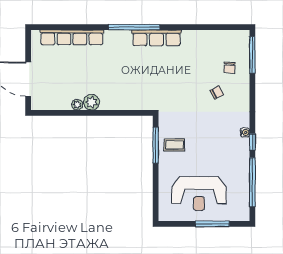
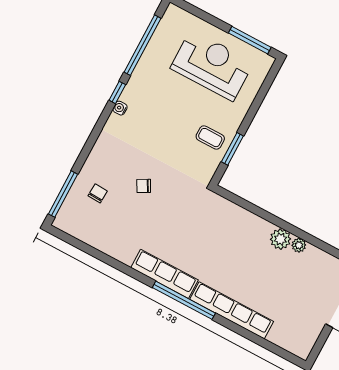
row of seats: (72, 37) -> (232, 310), moved
chair: (217, 92) -> (144, 186), moved
window: (156, 145) -> (232, 149), width x0.69
window: (212, 224) -> (250, 40), moved

